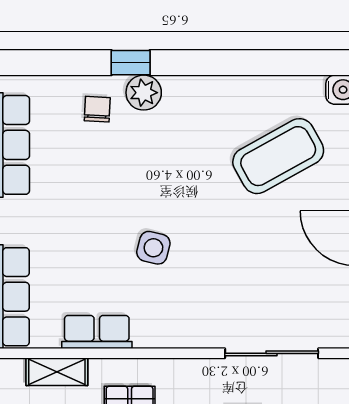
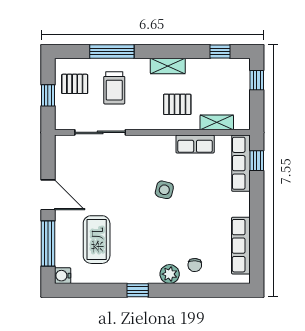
window: (131, 63) -> (138, 290), moved
coffee table: (278, 156) -> (97, 240), turned -61

